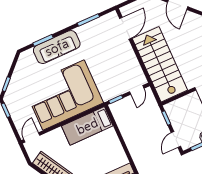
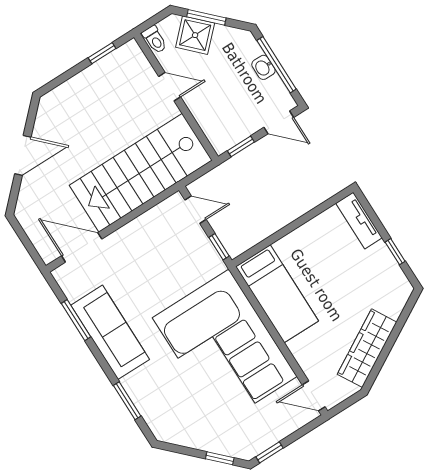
sofa: (57, 47) -> (110, 332), moved

